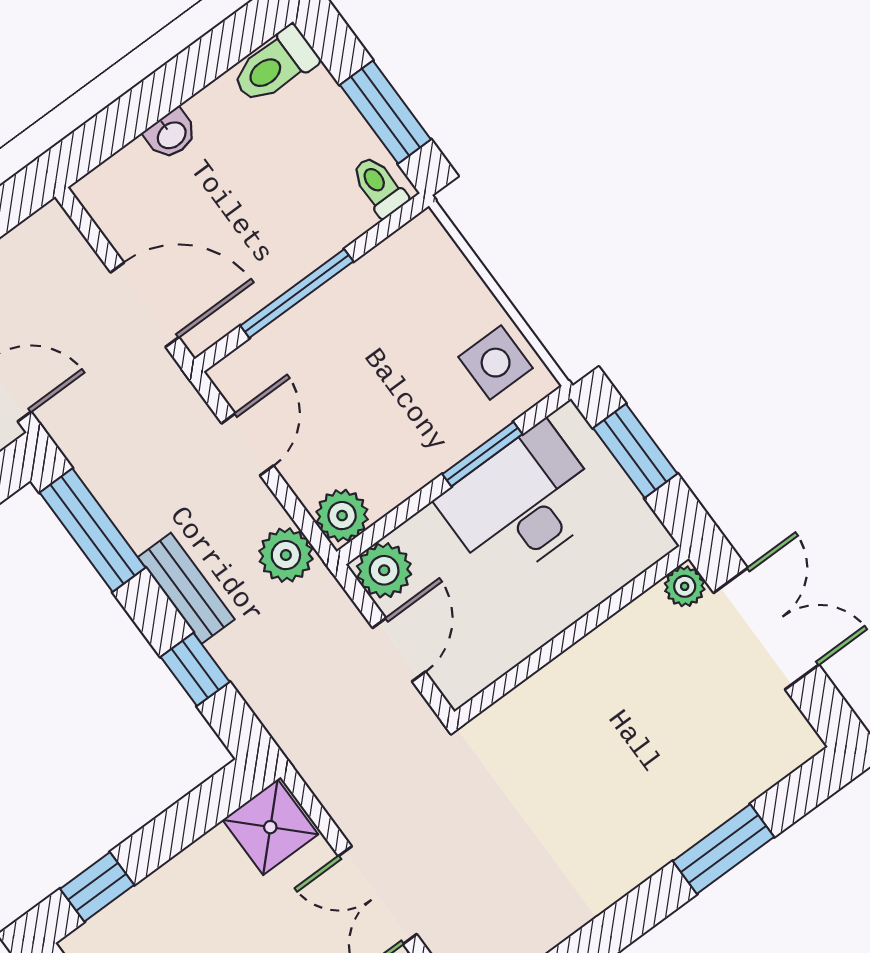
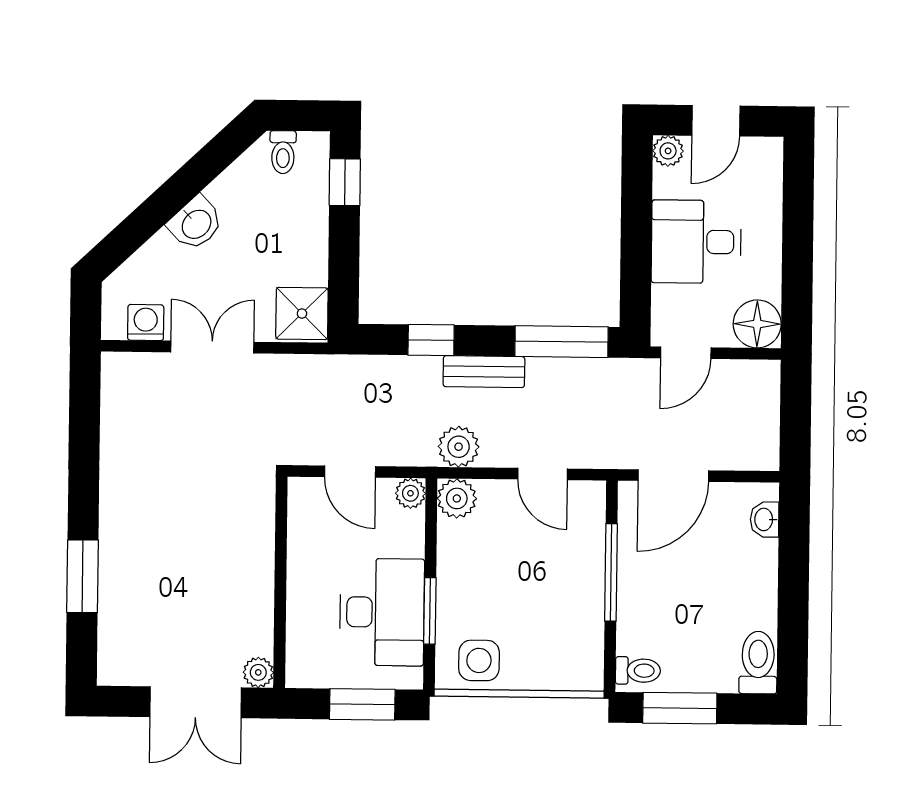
washbasin: (171, 134) -> (765, 519), moved
plant: (384, 570) -> (410, 493), width x0.73, depth x0.73

